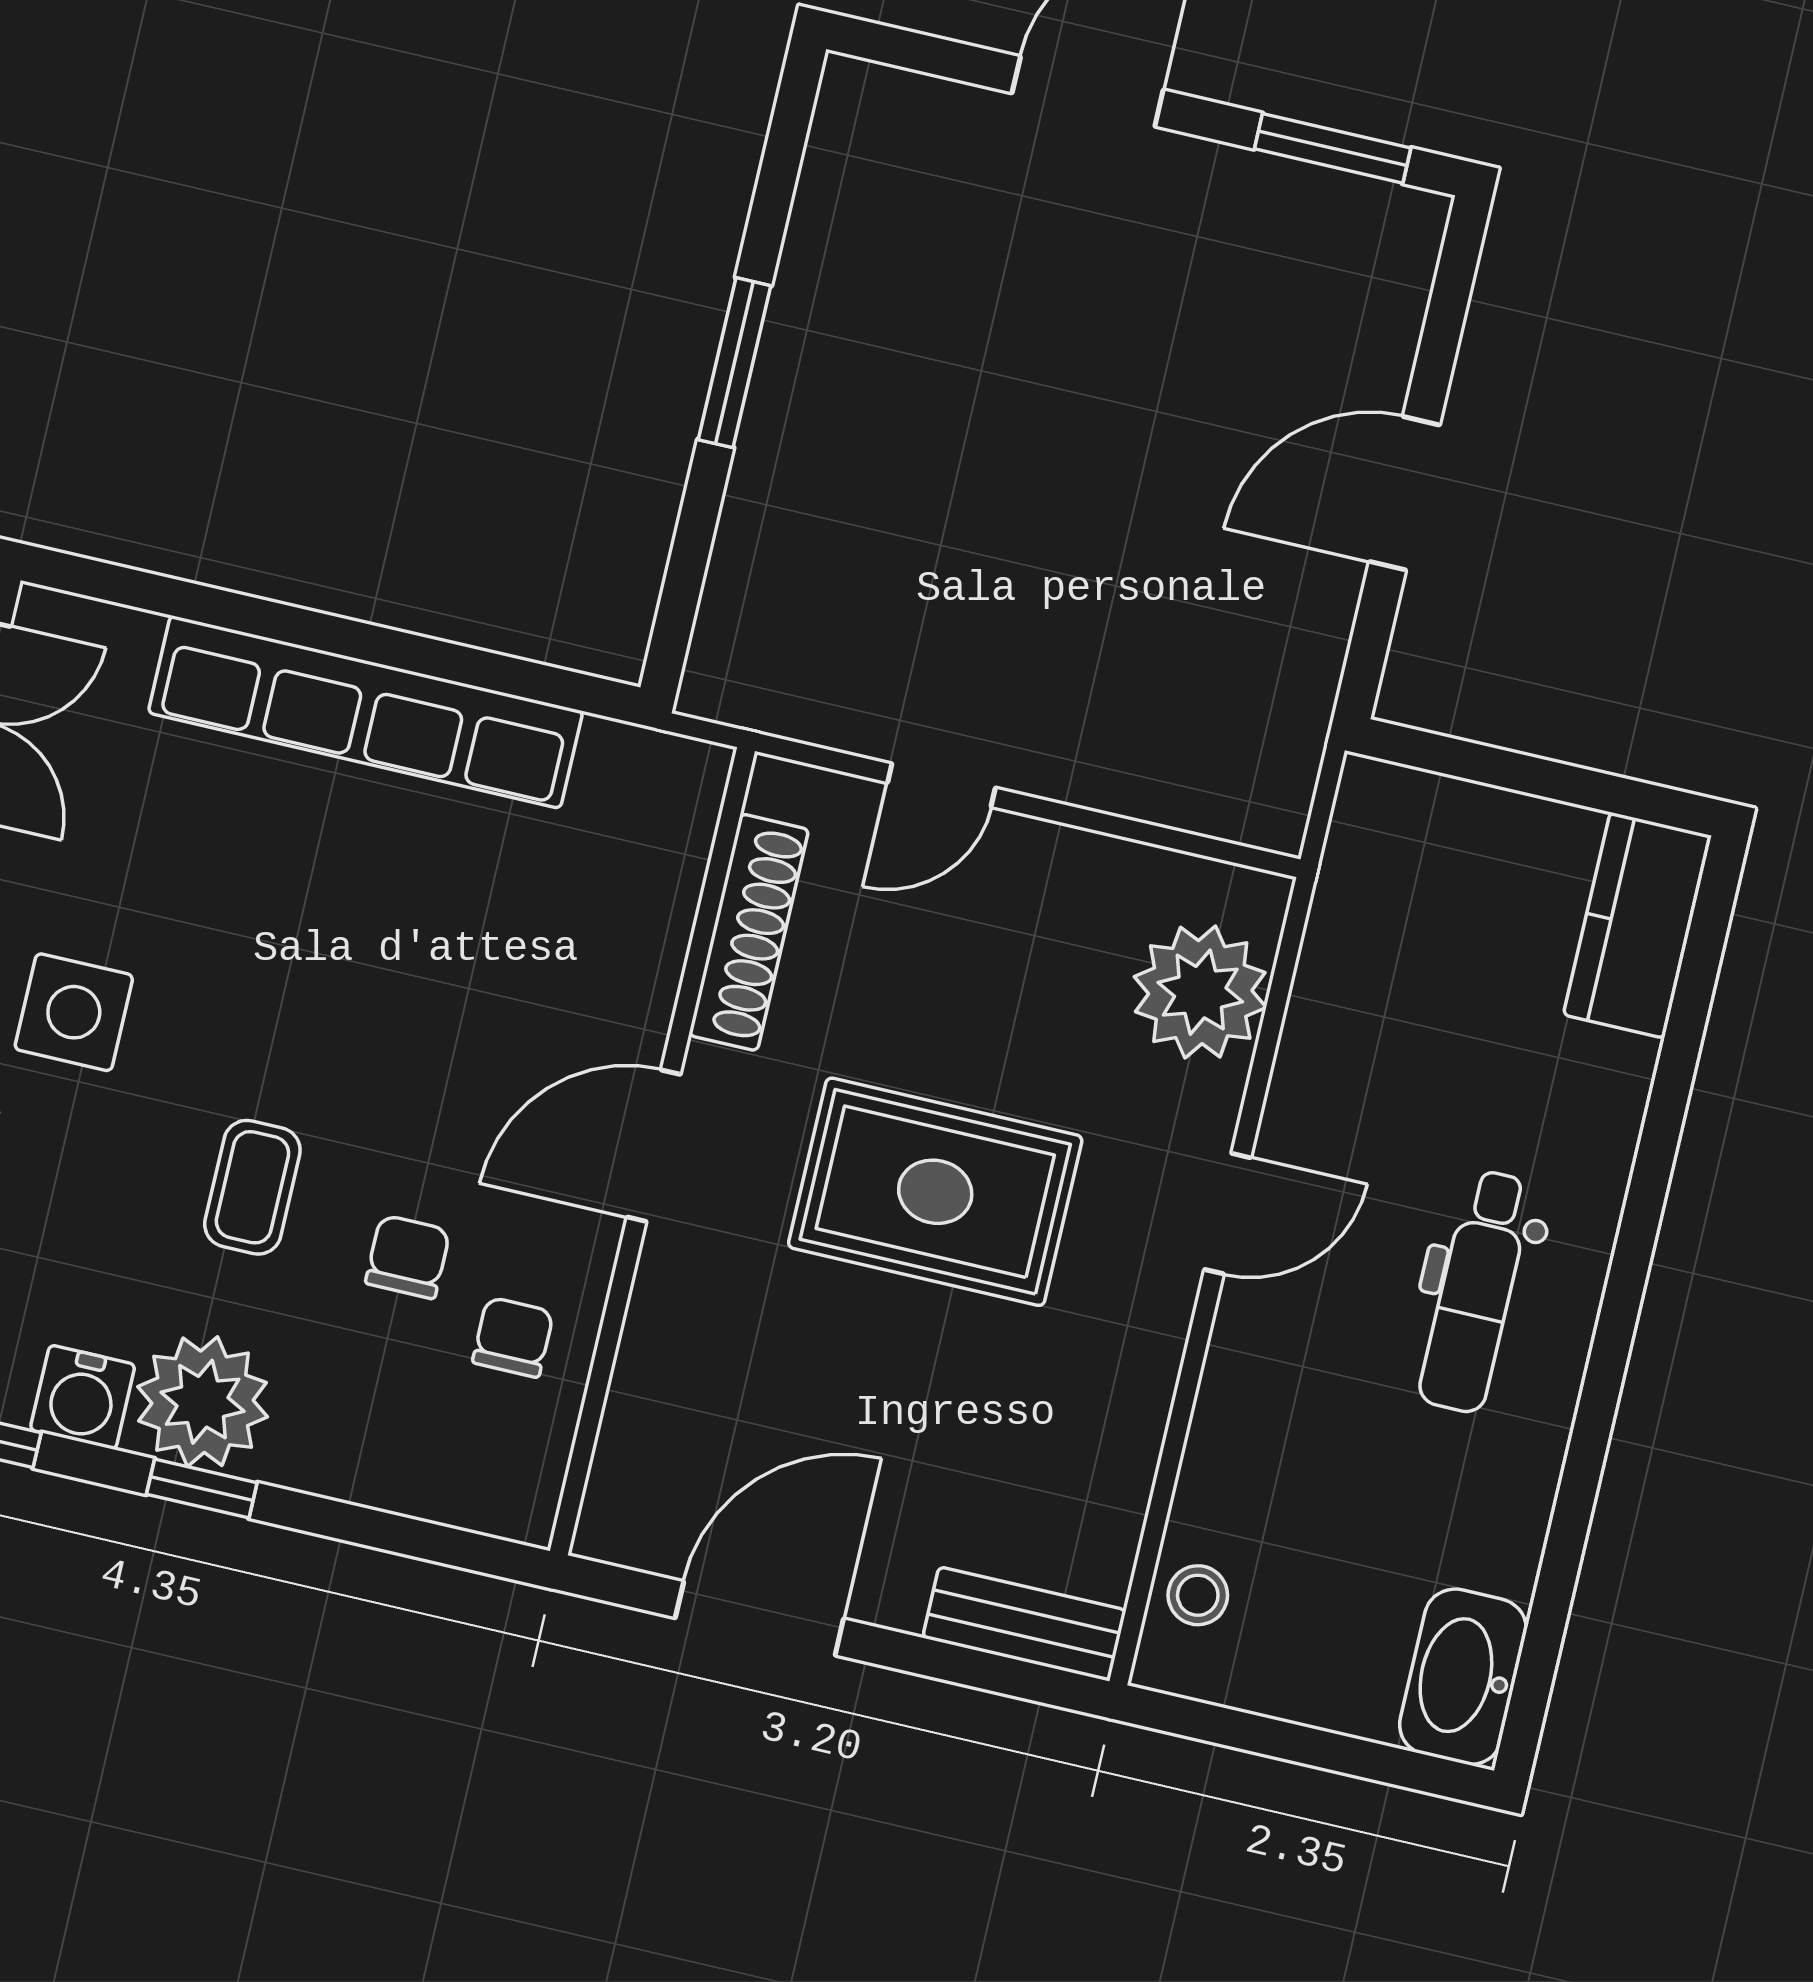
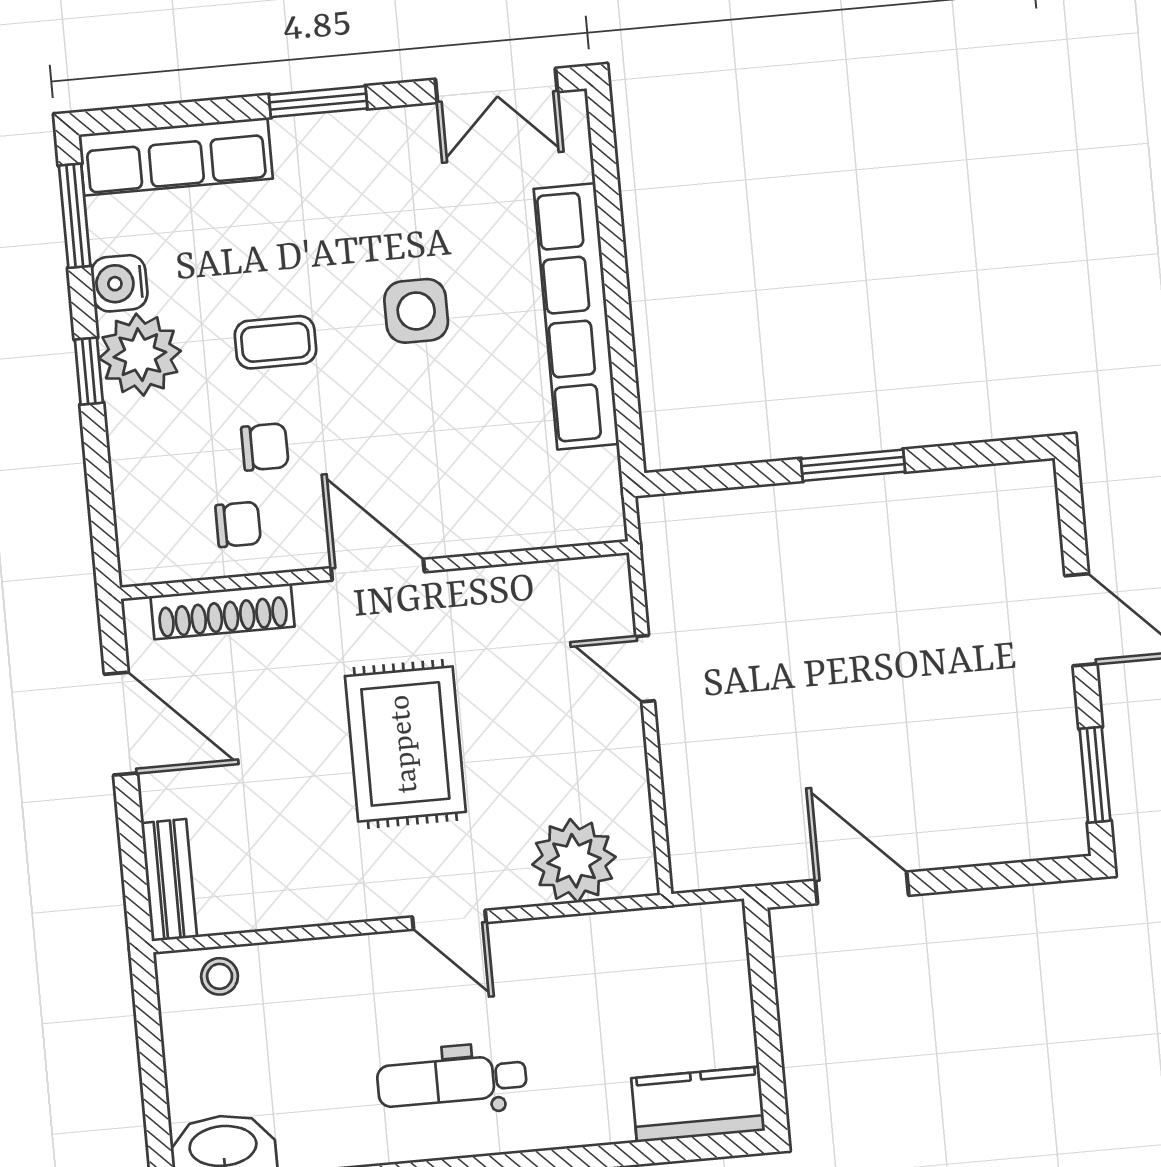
door: (1404, 493) -> (862, 888), moved
shoe rack: (749, 932) -> (223, 611), moved
side table: (74, 1012) -> (416, 311), moved

